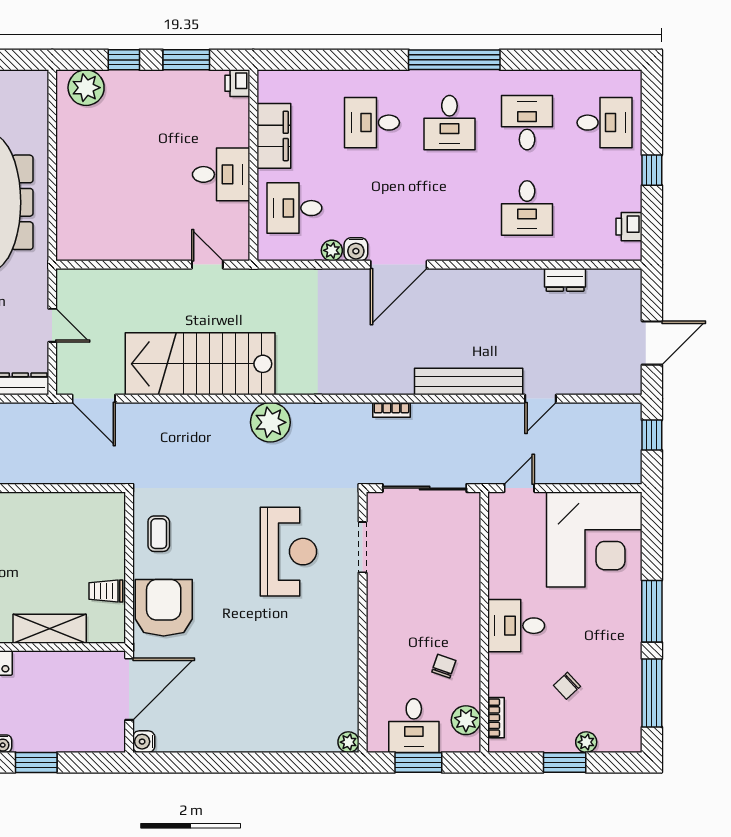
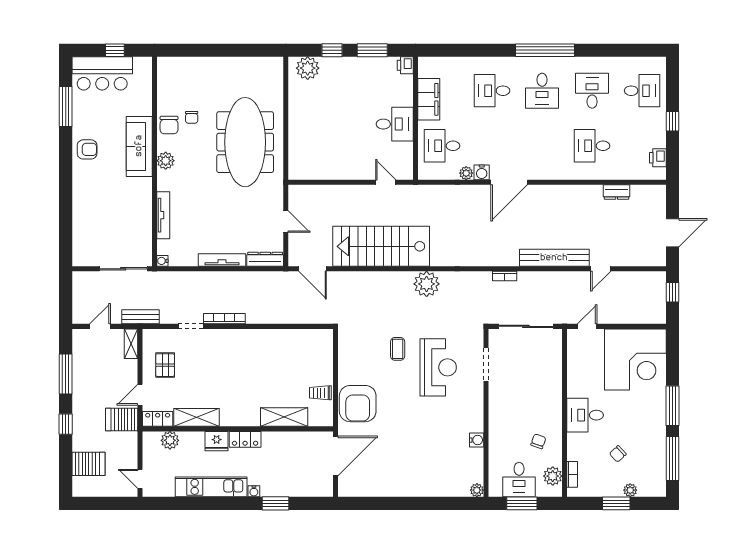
desk: (527, 208) -> (592, 146), turned 90
coffee table: (159, 534) -> (398, 349), moved
armchair: (164, 608) -> (358, 404), turned 180
water cooler: (144, 742) -> (477, 440), moved, turned 180

